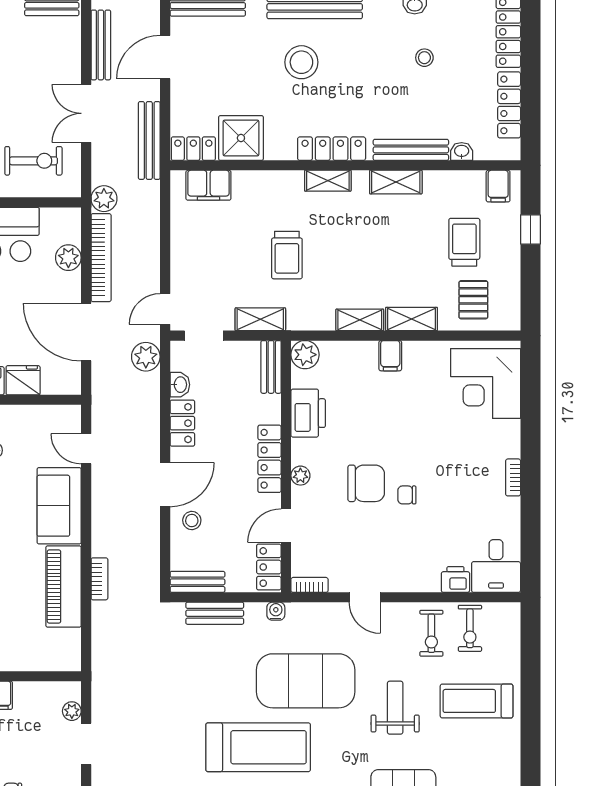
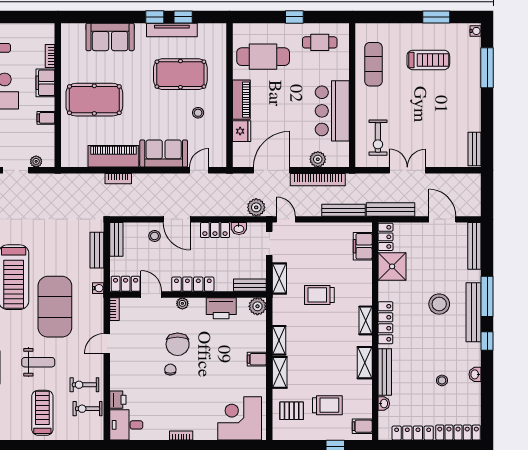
bench: (101, 45) -> (343, 210), moved
plant: (104, 199) -> (354, 181), removed

